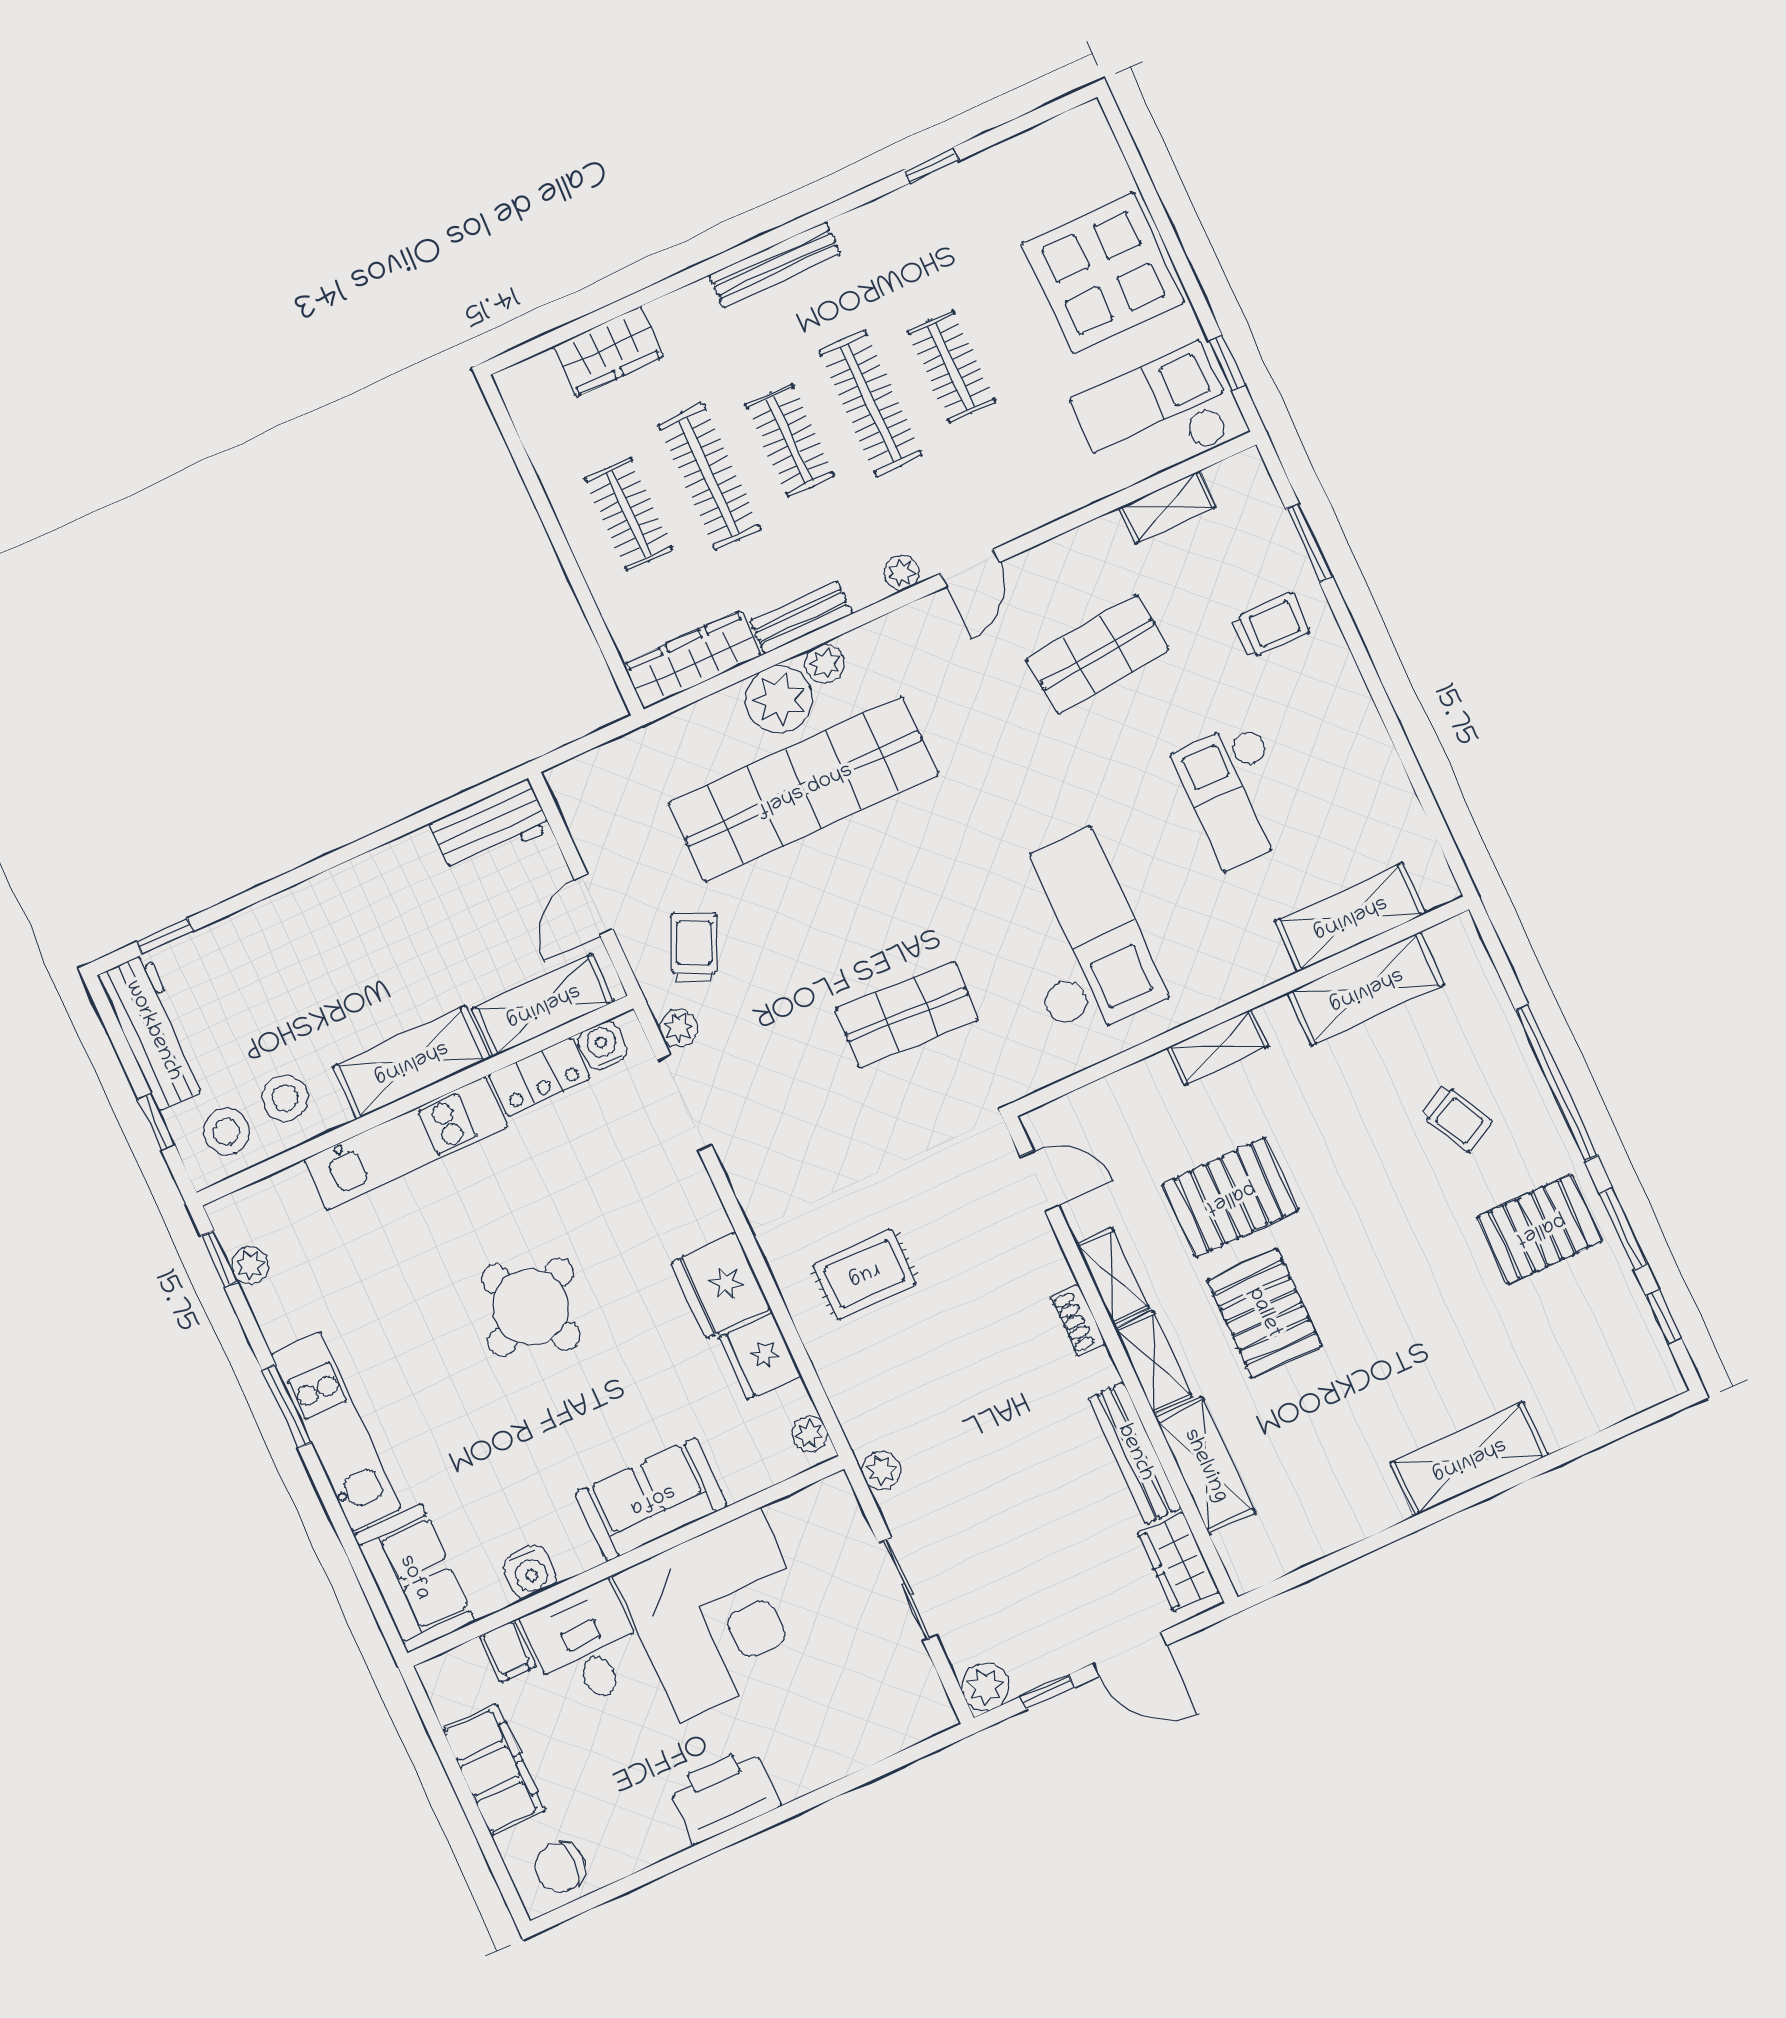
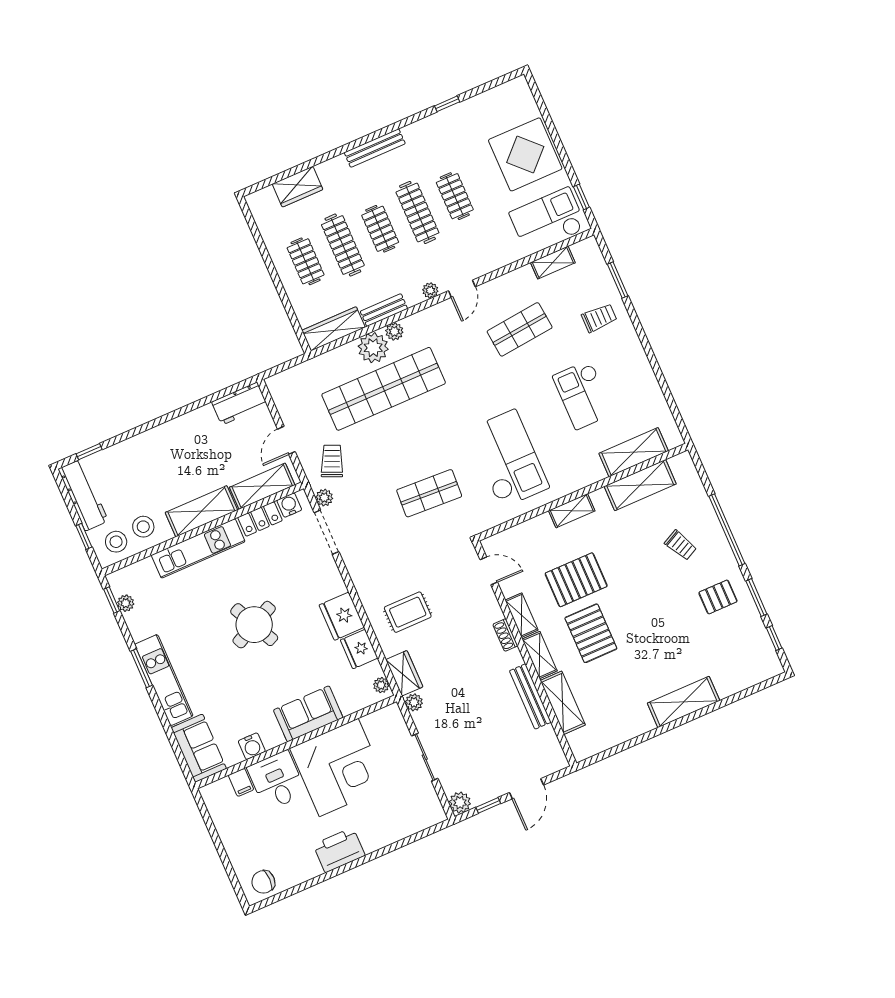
pallet: (1540, 1229) -> (718, 597), width x0.67, depth x0.71
wardrobe: (1178, 1562) -> (404, 673), moved, turned 180
door: (1130, 1654) -> (526, 789), hinge flipped
filing cabinet: (494, 1770) -> (234, 837), removed

